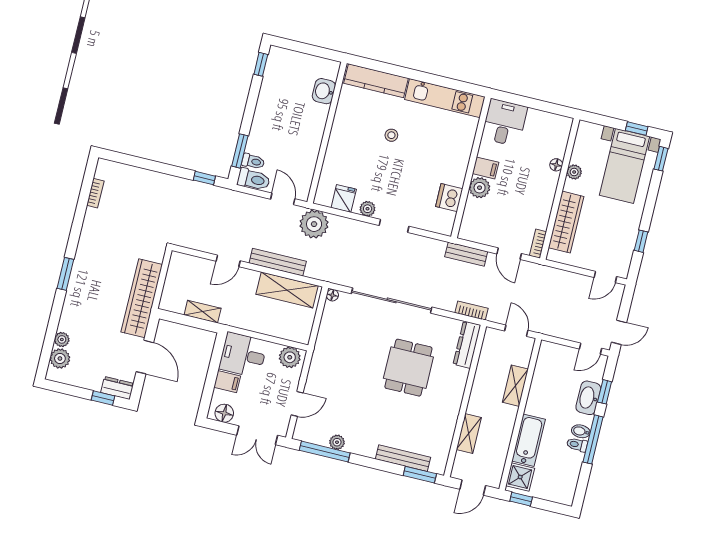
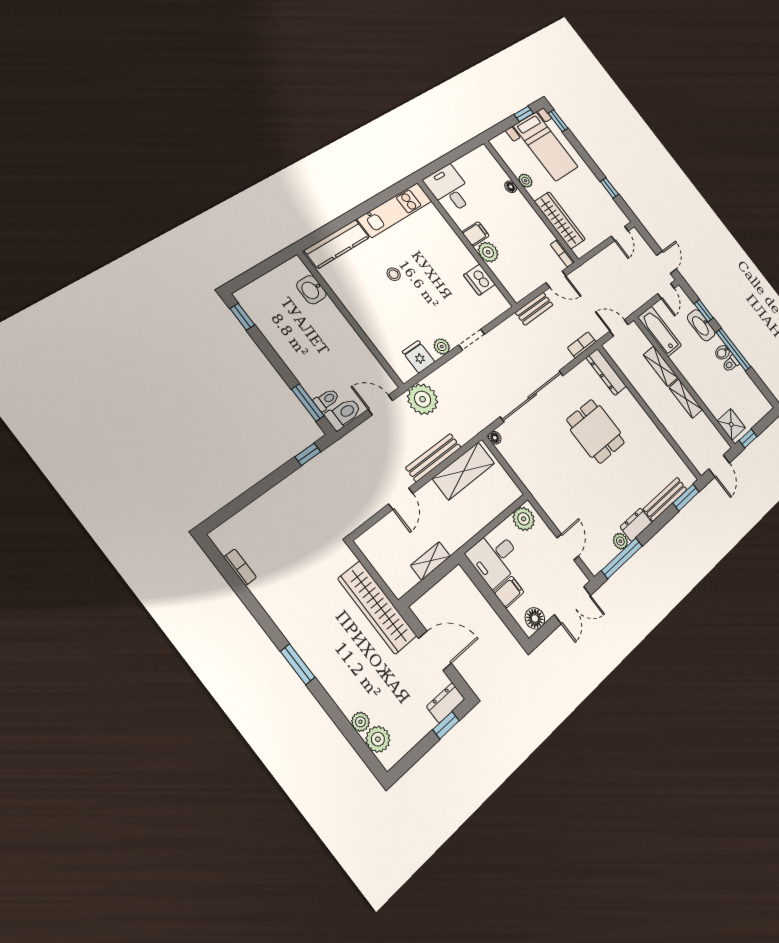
shelving: (469, 433) -> (686, 399), moved
bathtub: (529, 440) -> (660, 331), moved
dresser: (361, 447) -> (636, 525), added

